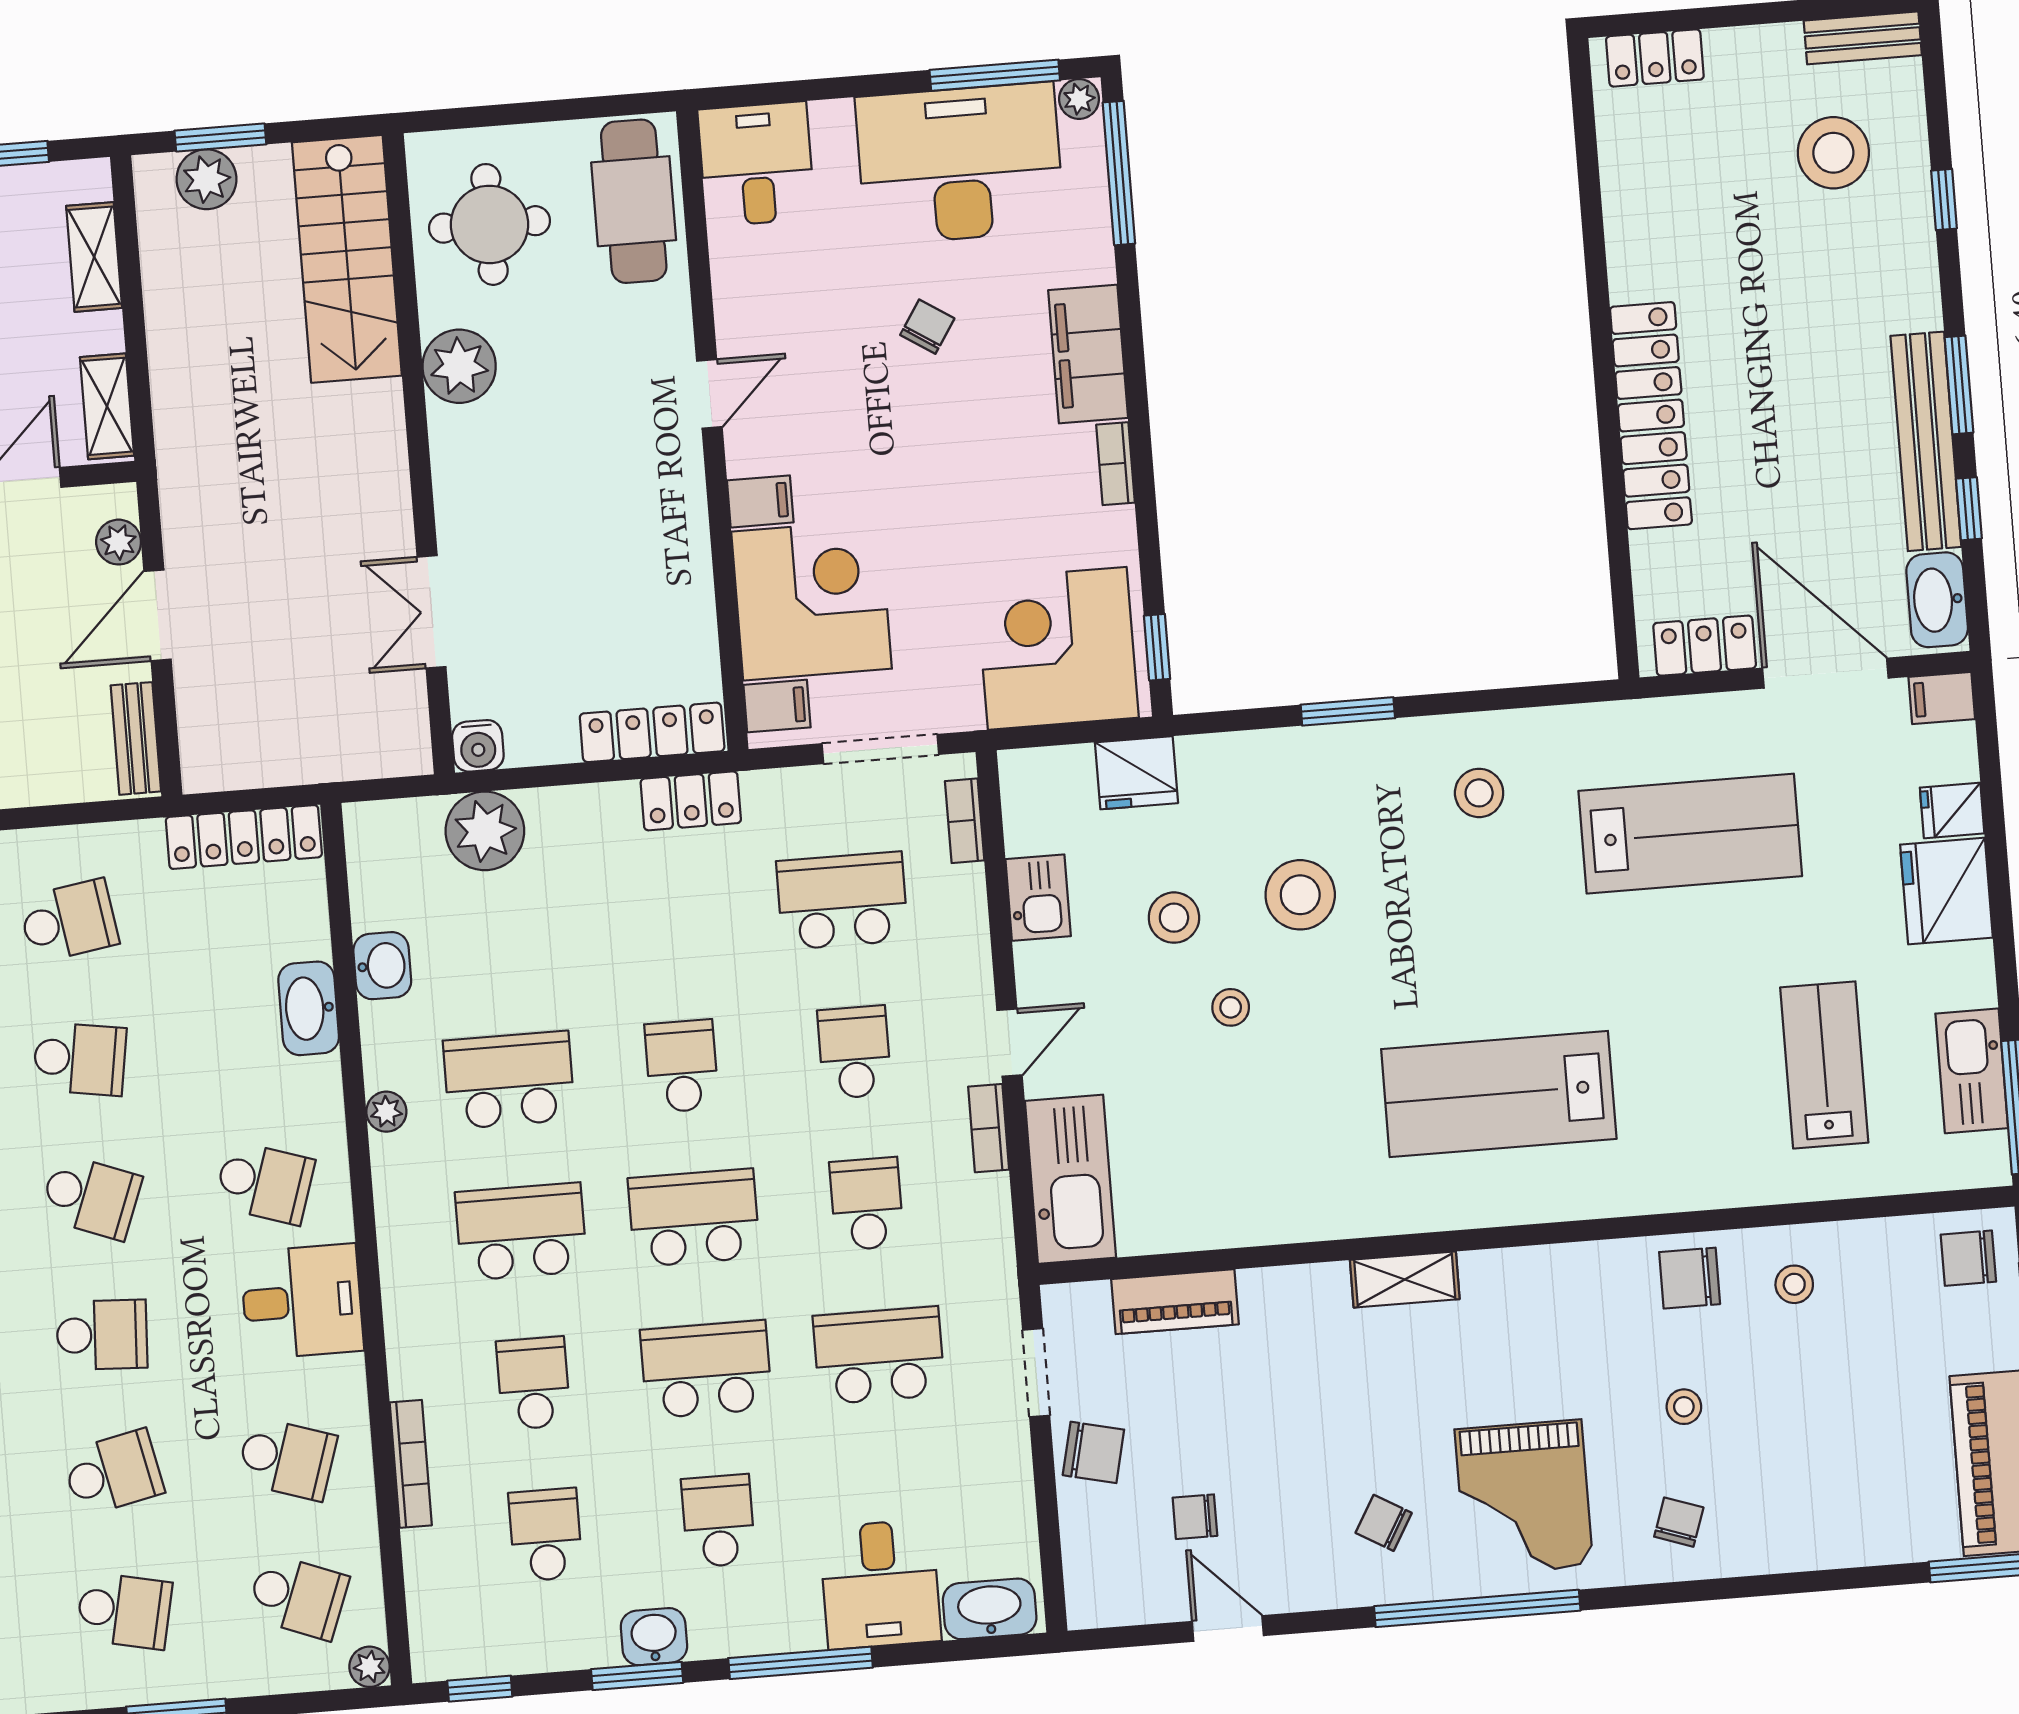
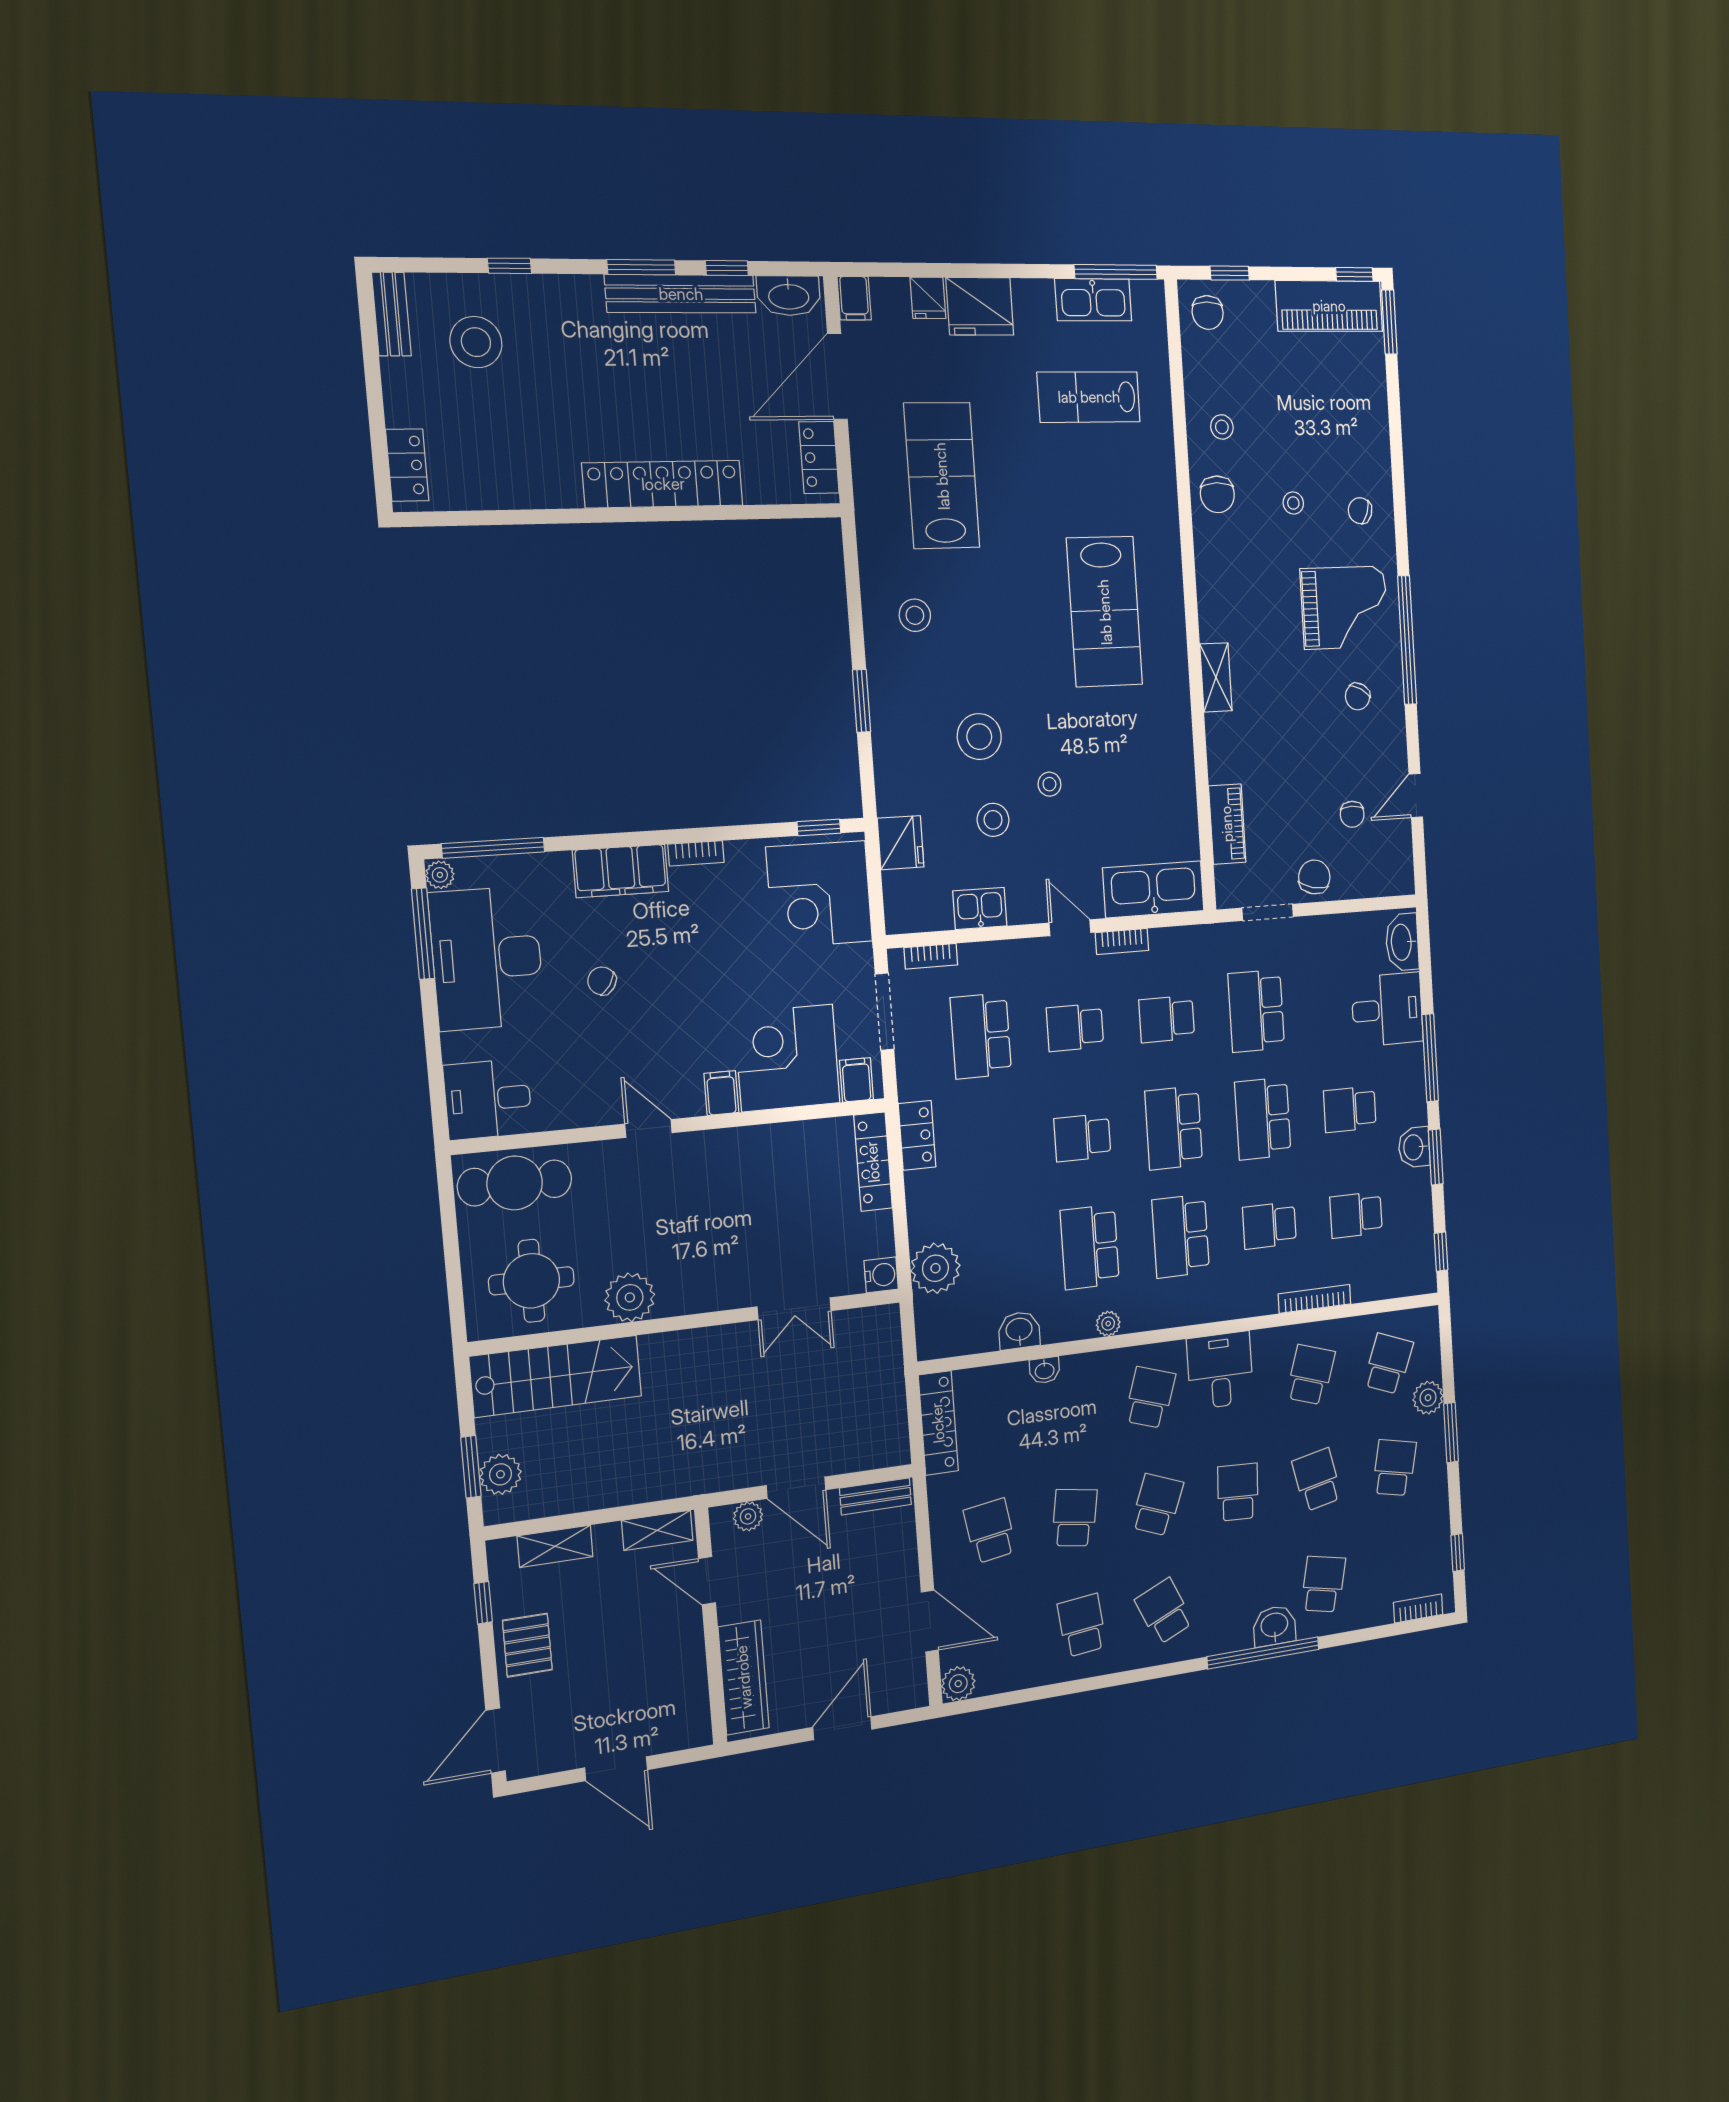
washbasin: (309, 1008) -> (1045, 1370), width x0.52, depth x0.69
plant: (370, 1667) -> (1428, 1398), moved, width x1.38, depth x1.38

